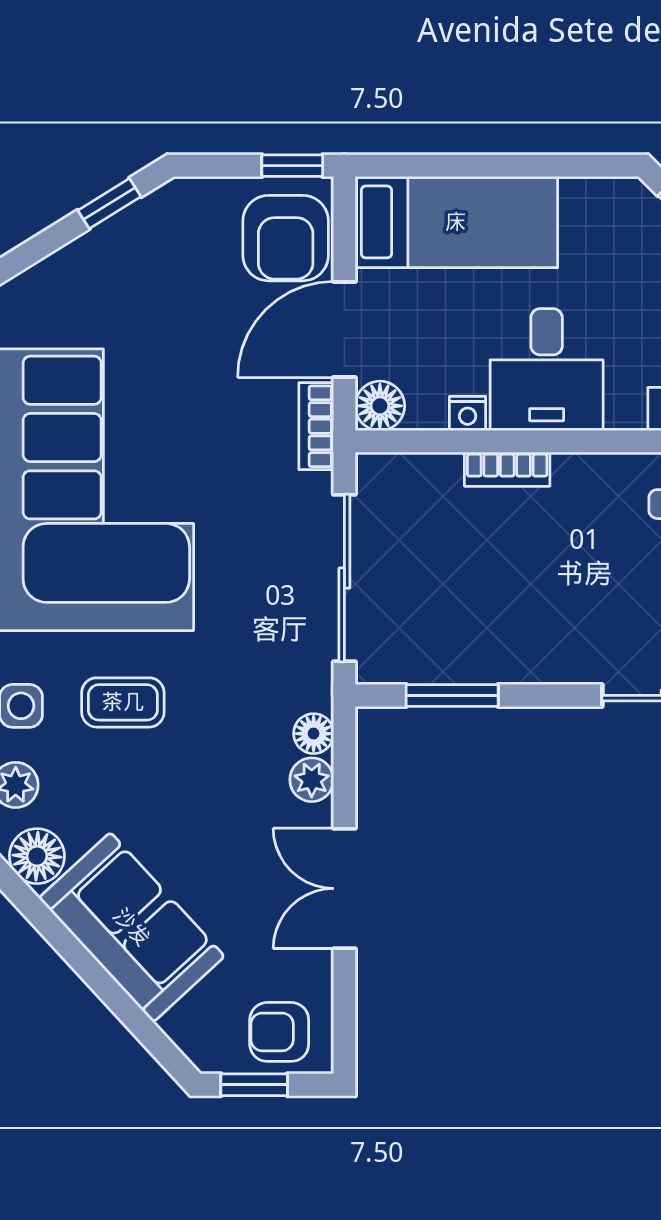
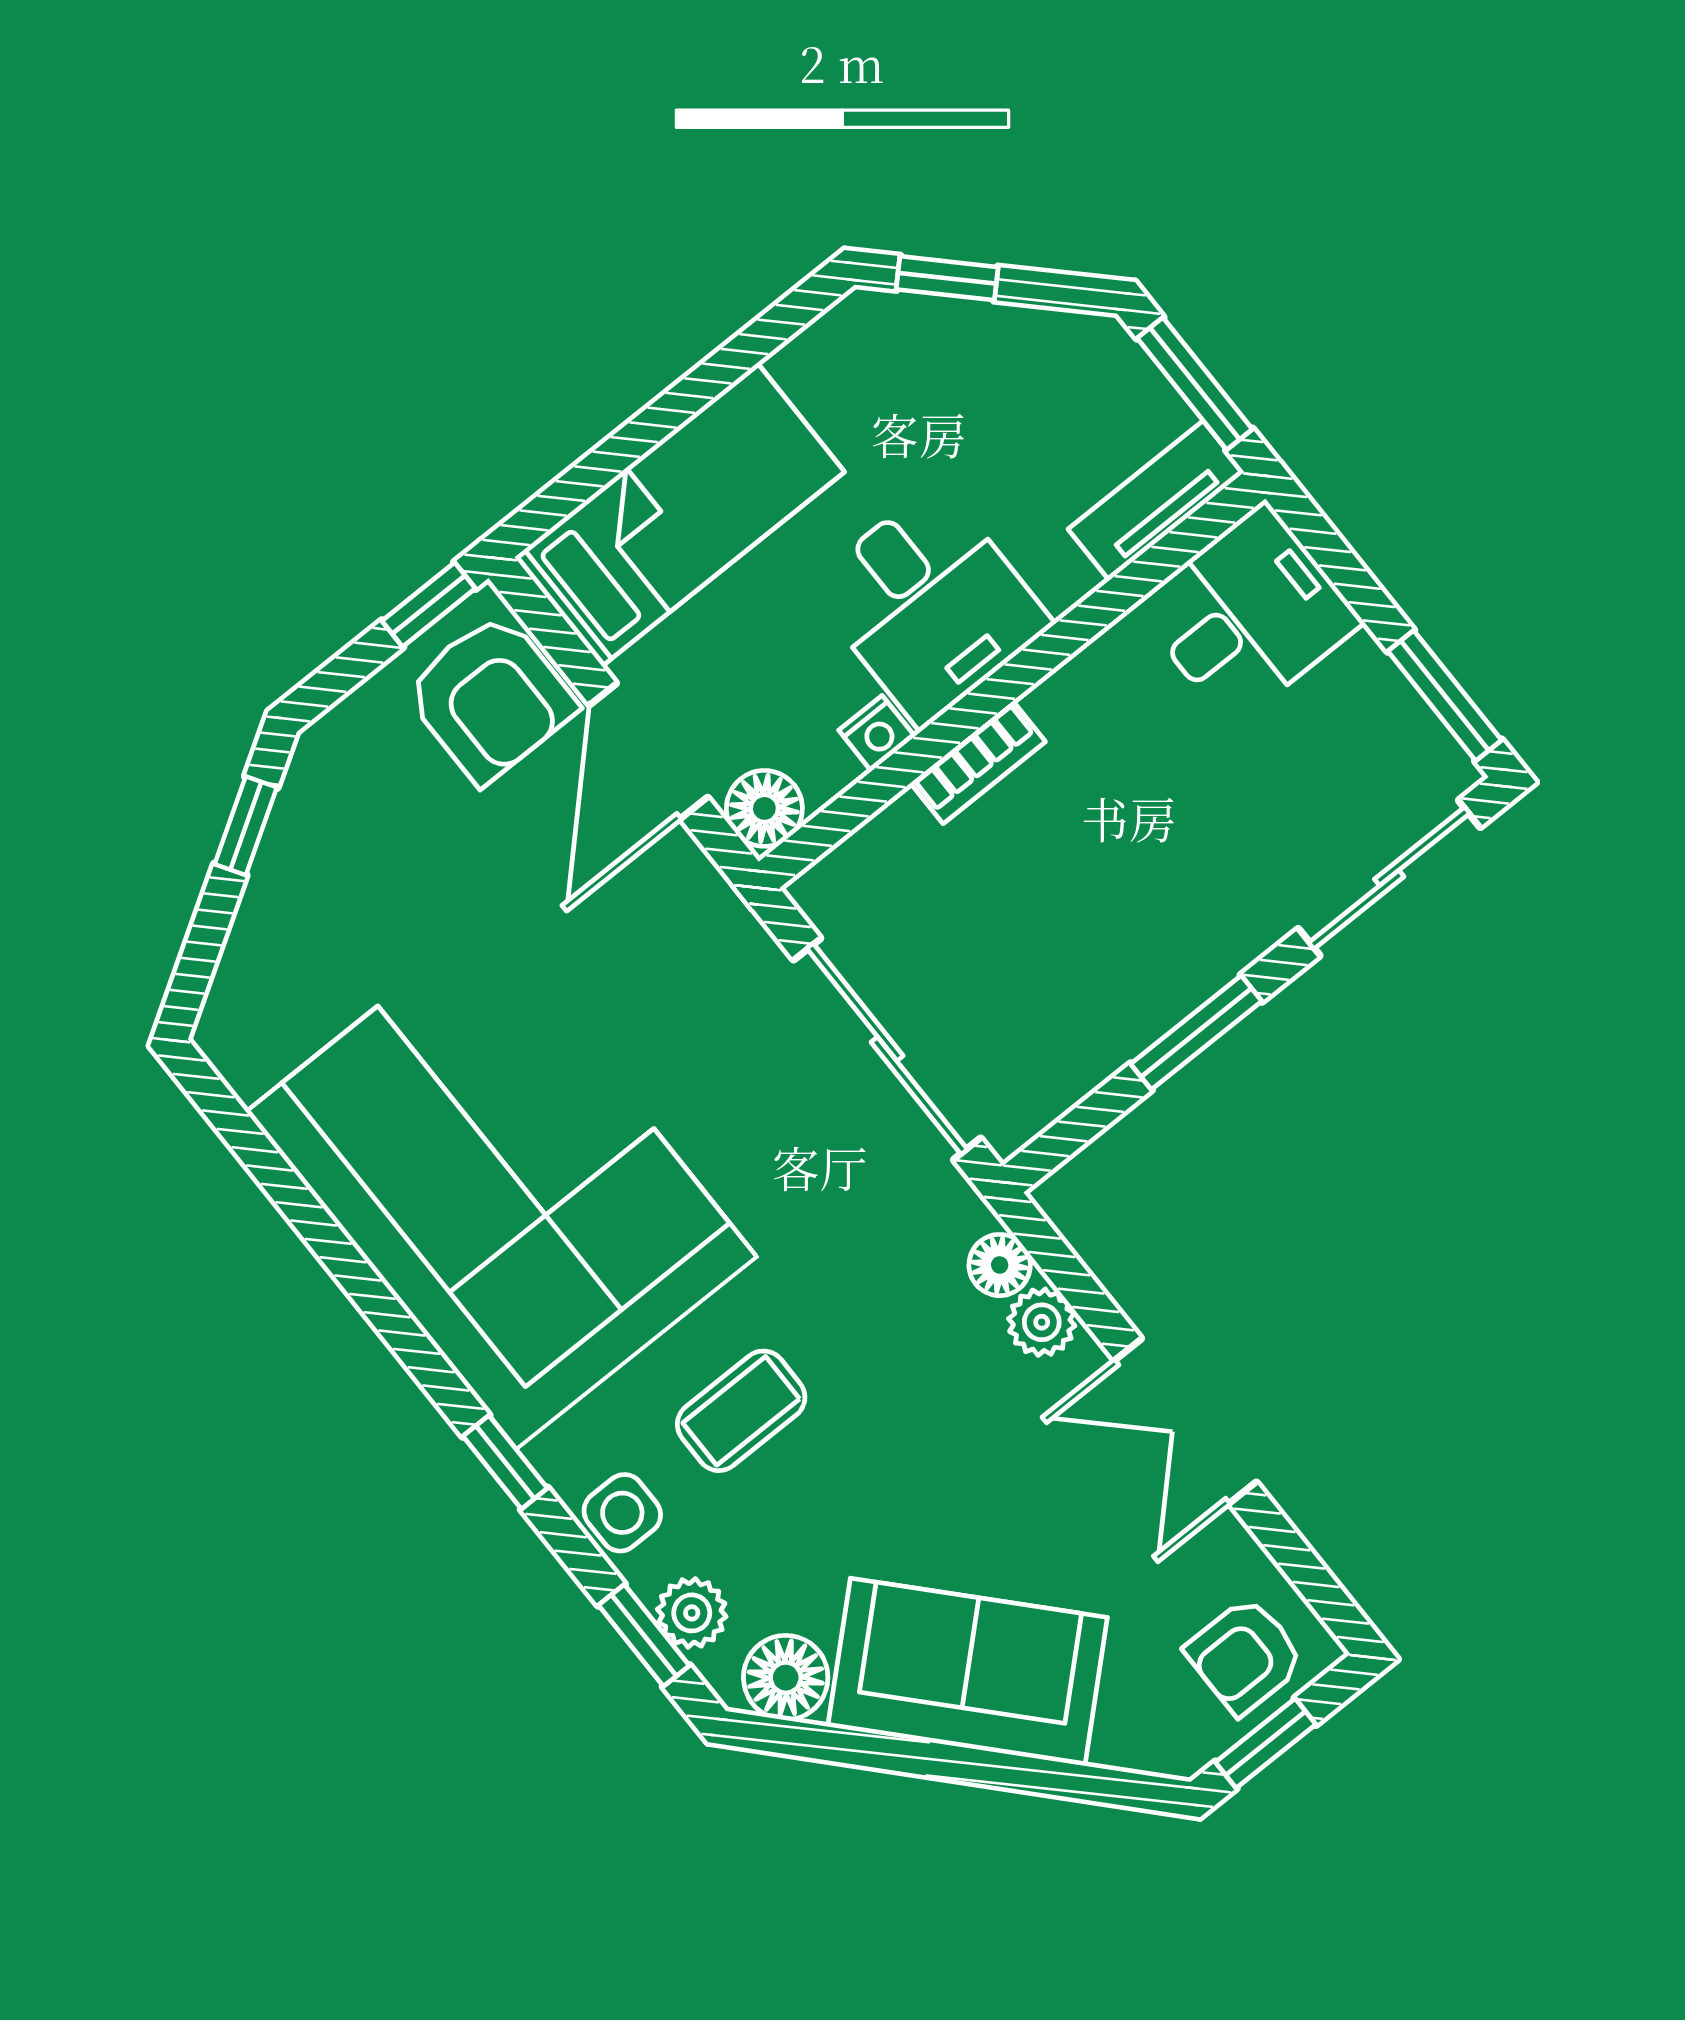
bookcase: (316, 426) -> (708, 894), removed
window: (452, 695) -> (1196, 1033), moved

